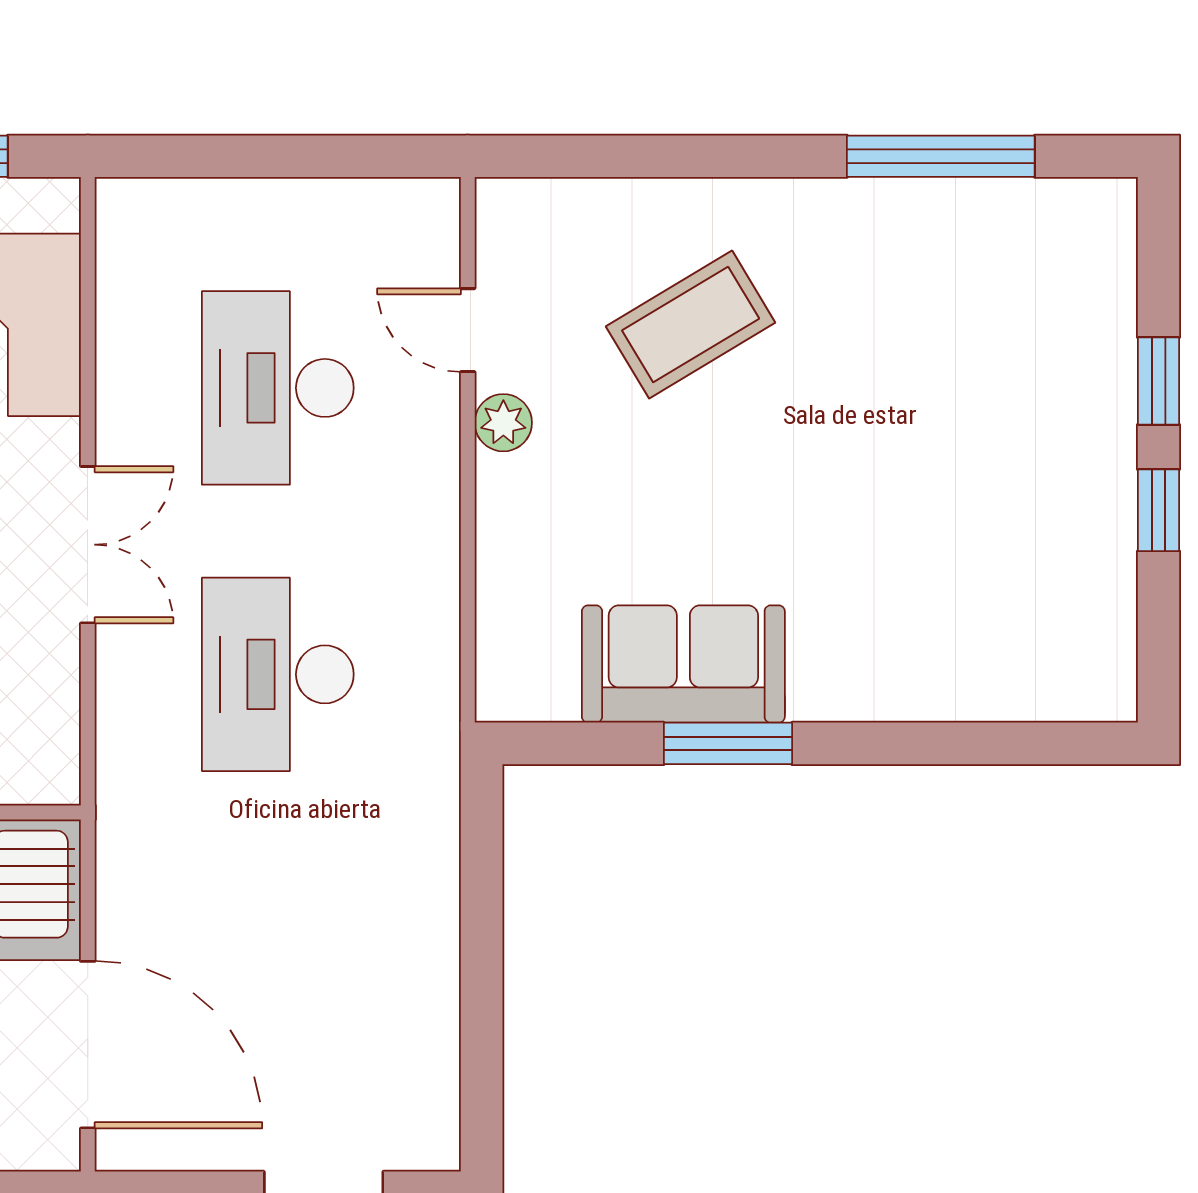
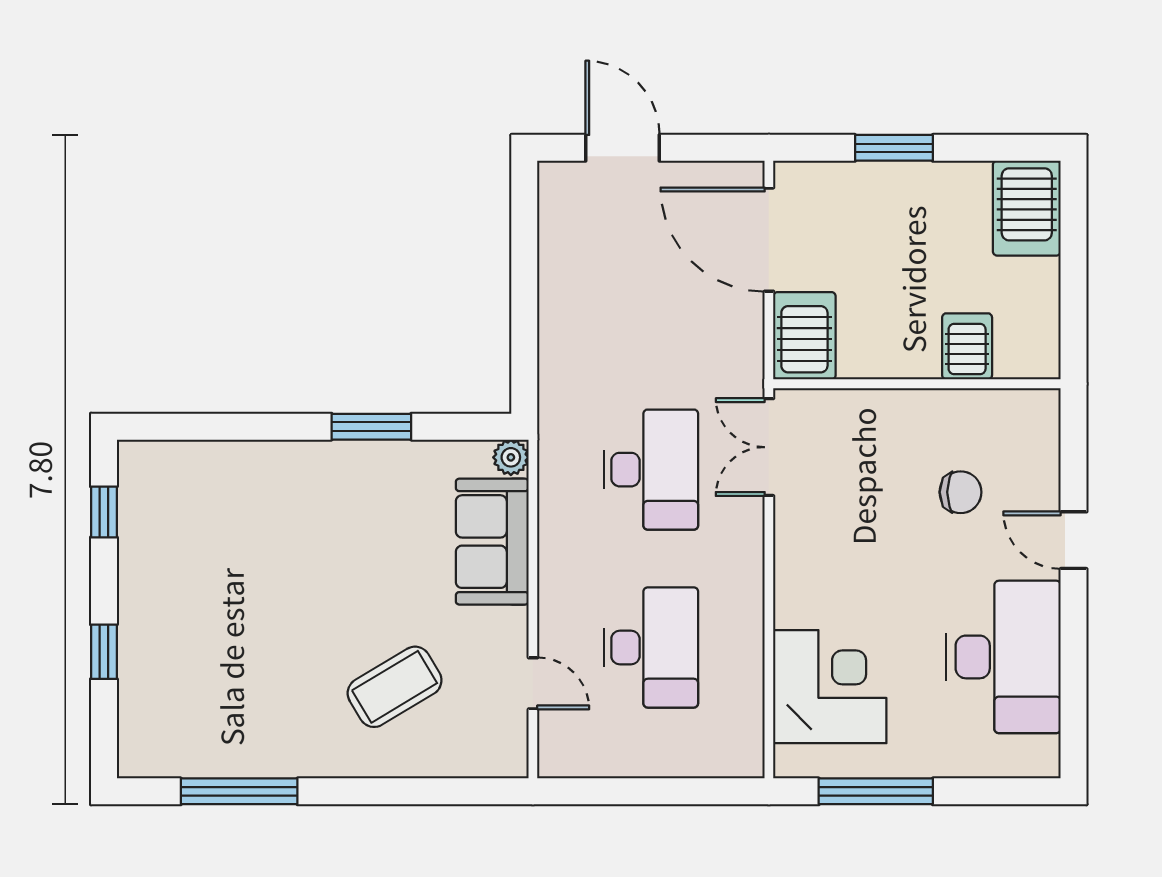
plant: (503, 423) -> (511, 457), moved
window: (1158, 510) -> (104, 512), moved
double door: (88, 545) -> (769, 447), moved
sofa: (683, 664) -> (492, 542), moved, turned 90

